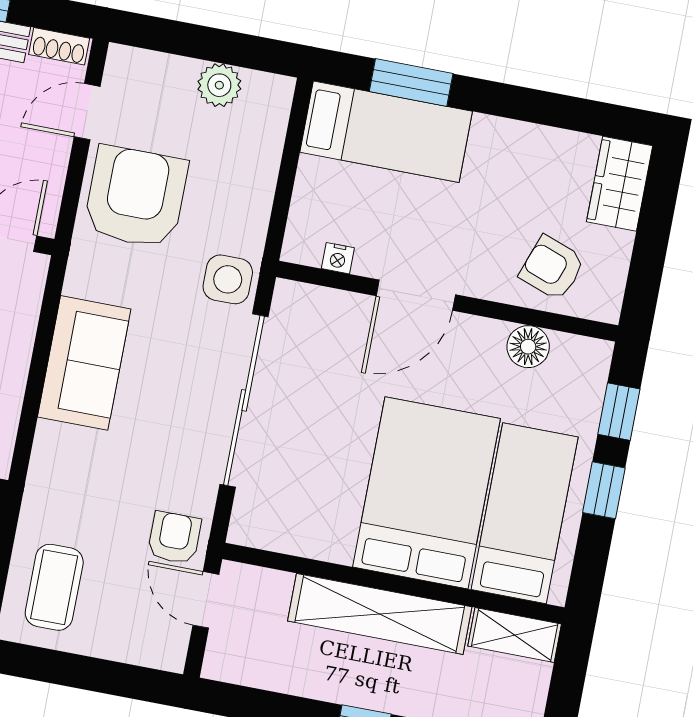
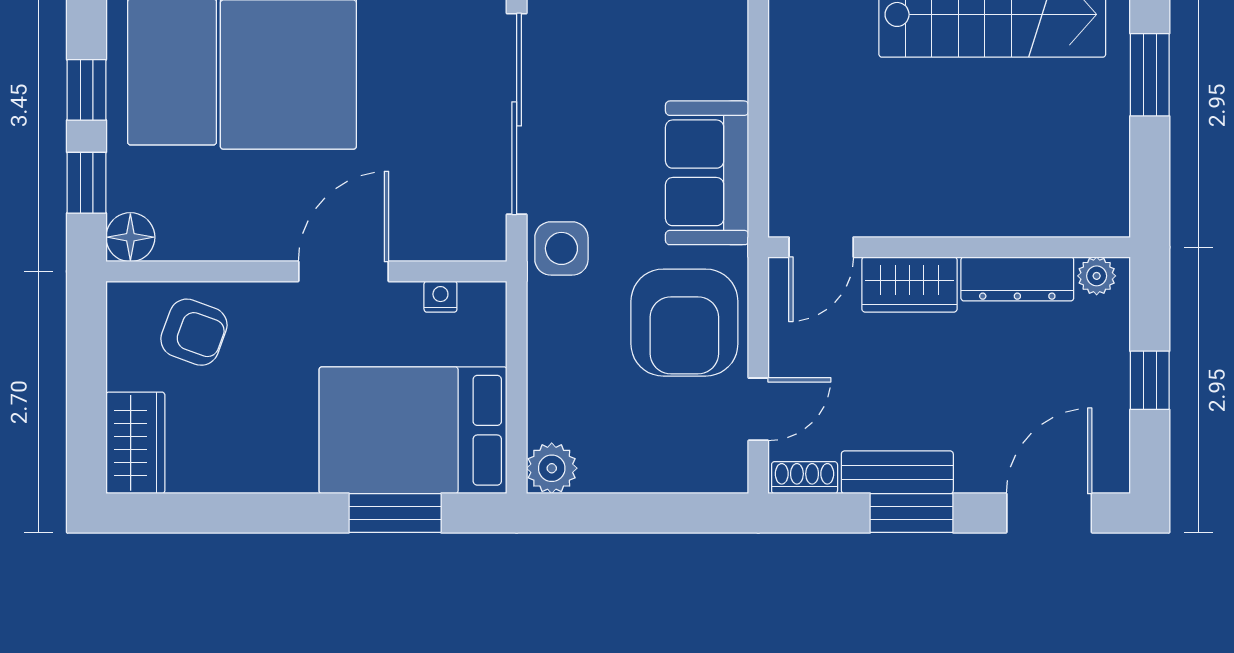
plant: (219, 85) -> (552, 468), moved
bed: (386, 132) -> (413, 430), width x1.50
floor lamp: (528, 347) -> (130, 237), moved
sofa: (84, 363) -> (707, 173), moved

